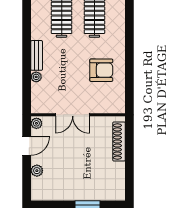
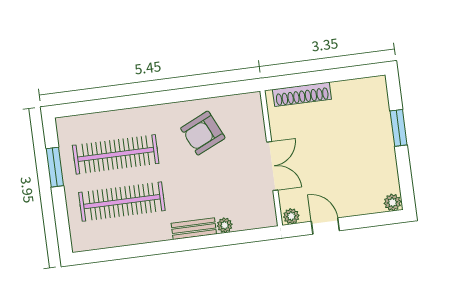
armchair: (101, 70) -> (203, 133), turned -115
plant: (37, 171) -> (392, 202), moved

